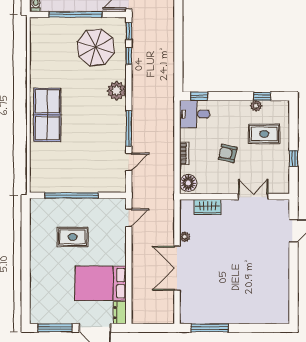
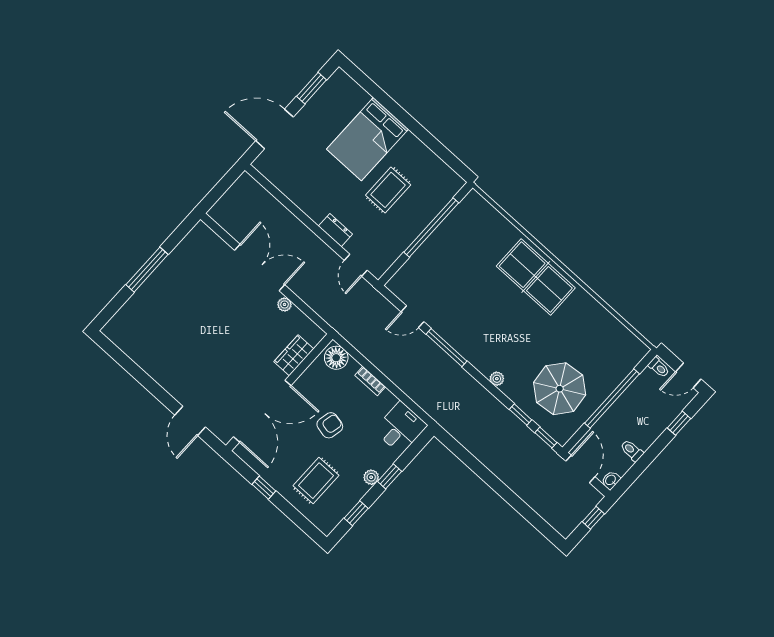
plant: (117, 91) -> (497, 379), width x0.53, depth x0.53
window: (199, 96) -> (390, 476), moved
plant: (256, 106) -> (371, 477), moved
door: (129, 162) -> (413, 317), hinge flipped
double door: (253, 197) -> (262, 411), width x1.87
bed: (101, 283) -> (367, 139), moved, turned 180
dresser: (120, 313) -> (335, 230), moved
window: (55, 328) -> (312, 88), width x0.69
window: (210, 328) -> (147, 270), moved

